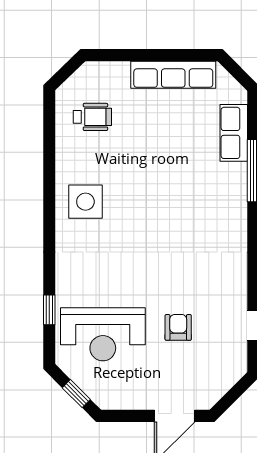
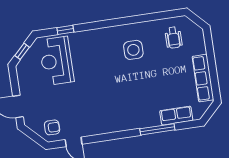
side table: (85, 202) -> (133, 50), moved
armchair: (178, 327) -> (52, 127), moved

